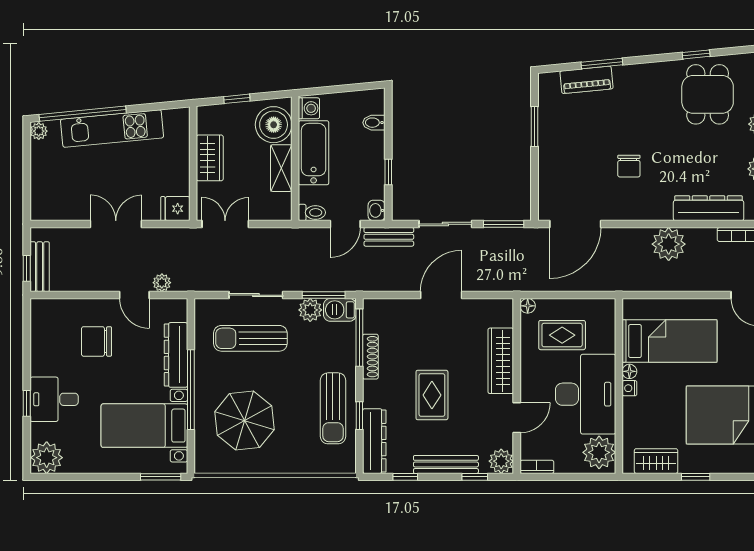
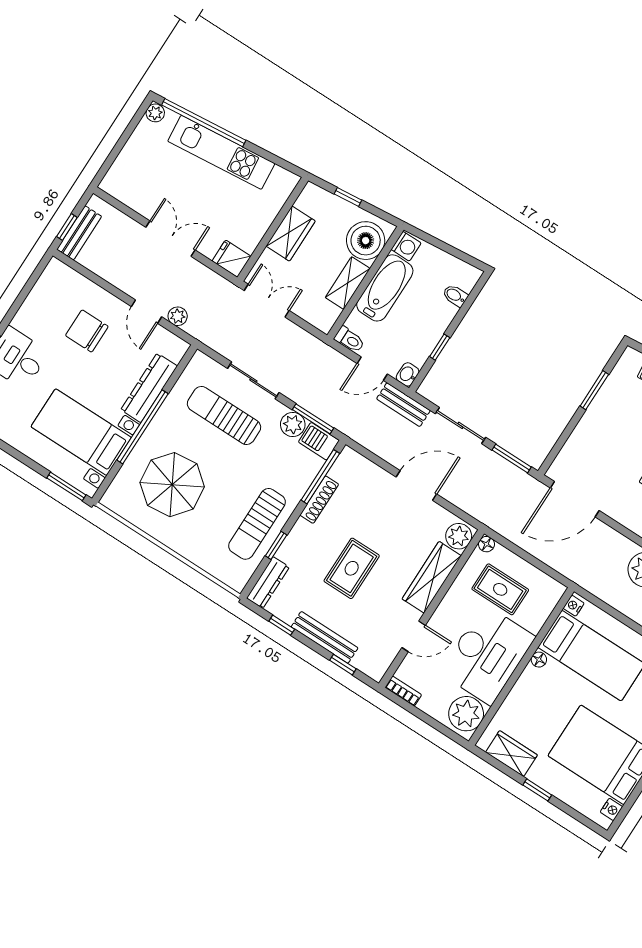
nightstand: (629, 388) -> (574, 606), moved
dresser: (374, 441) -> (268, 583), width x0.73, depth x0.80
plant: (501, 461) -> (459, 536), moved

